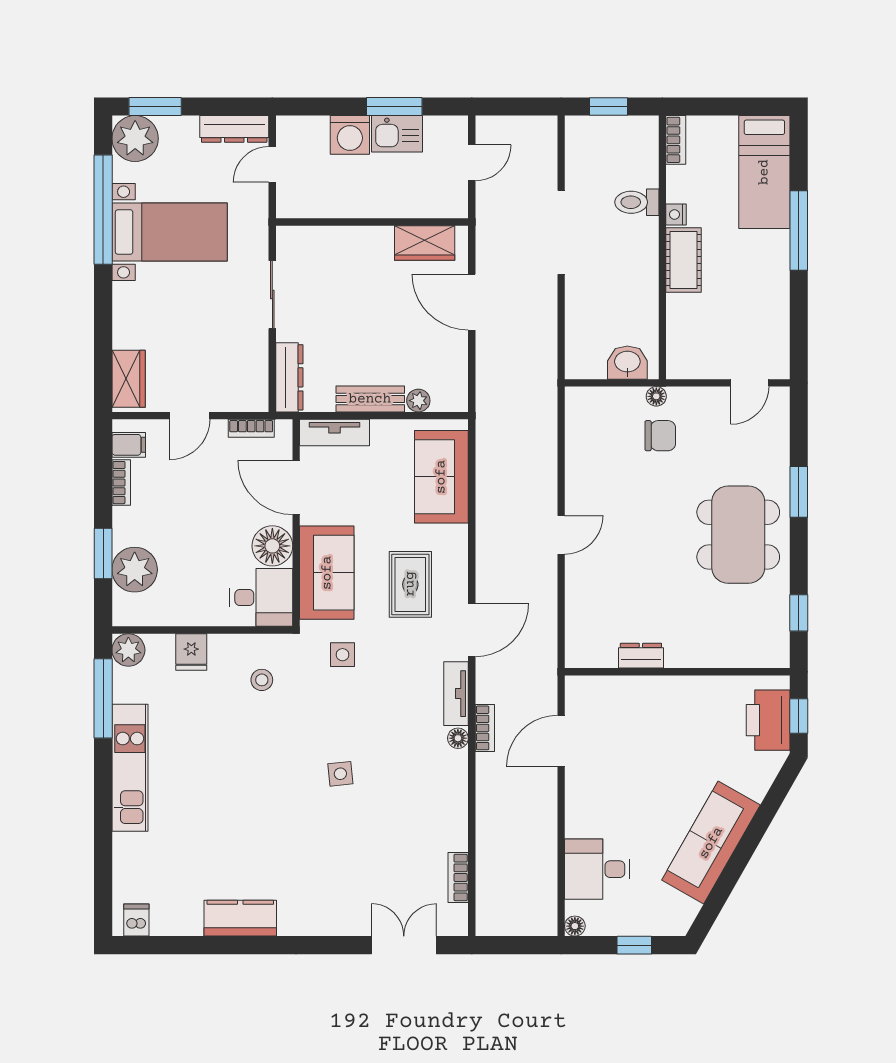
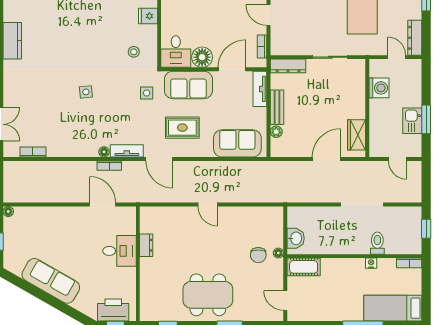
washing machine: (350, 135) -> (379, 88), moved, turned 180
cot: (684, 260) -> (304, 267), moved
desk: (597, 869) -> (119, 251), moved, turned 90

